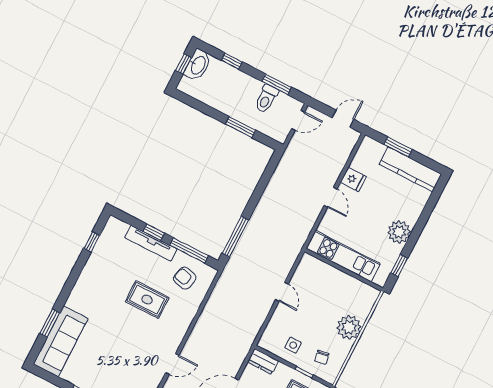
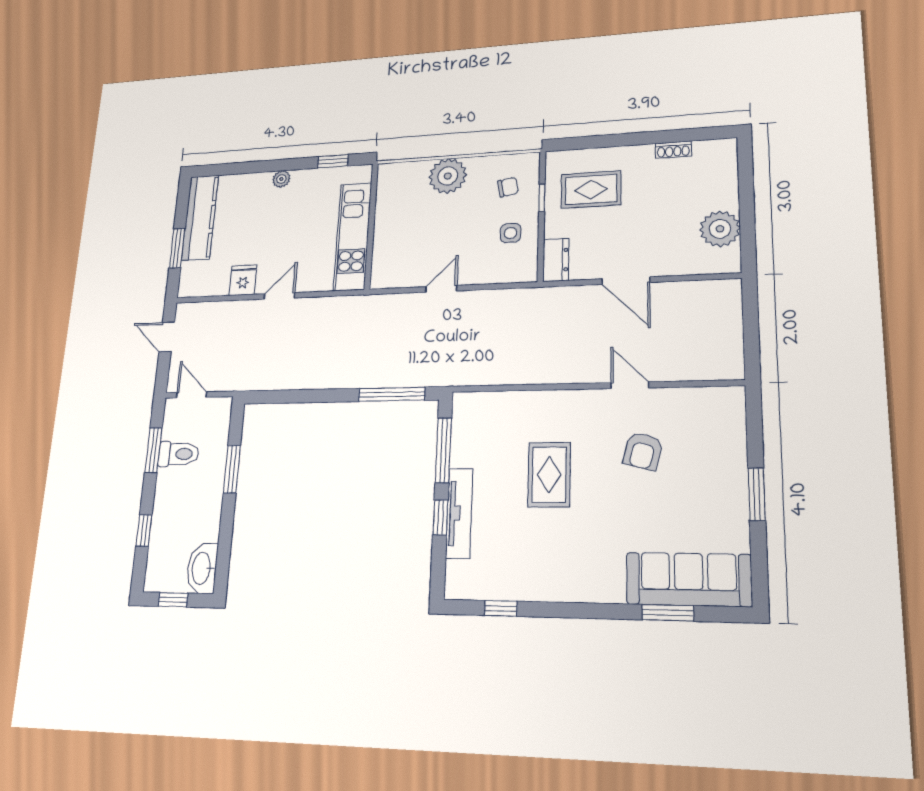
washbasin: (198, 65) -> (202, 568), moved, turned -90
plant: (399, 232) -> (281, 179), width x0.53, depth x0.53
armchair: (185, 278) -> (643, 451), moved

